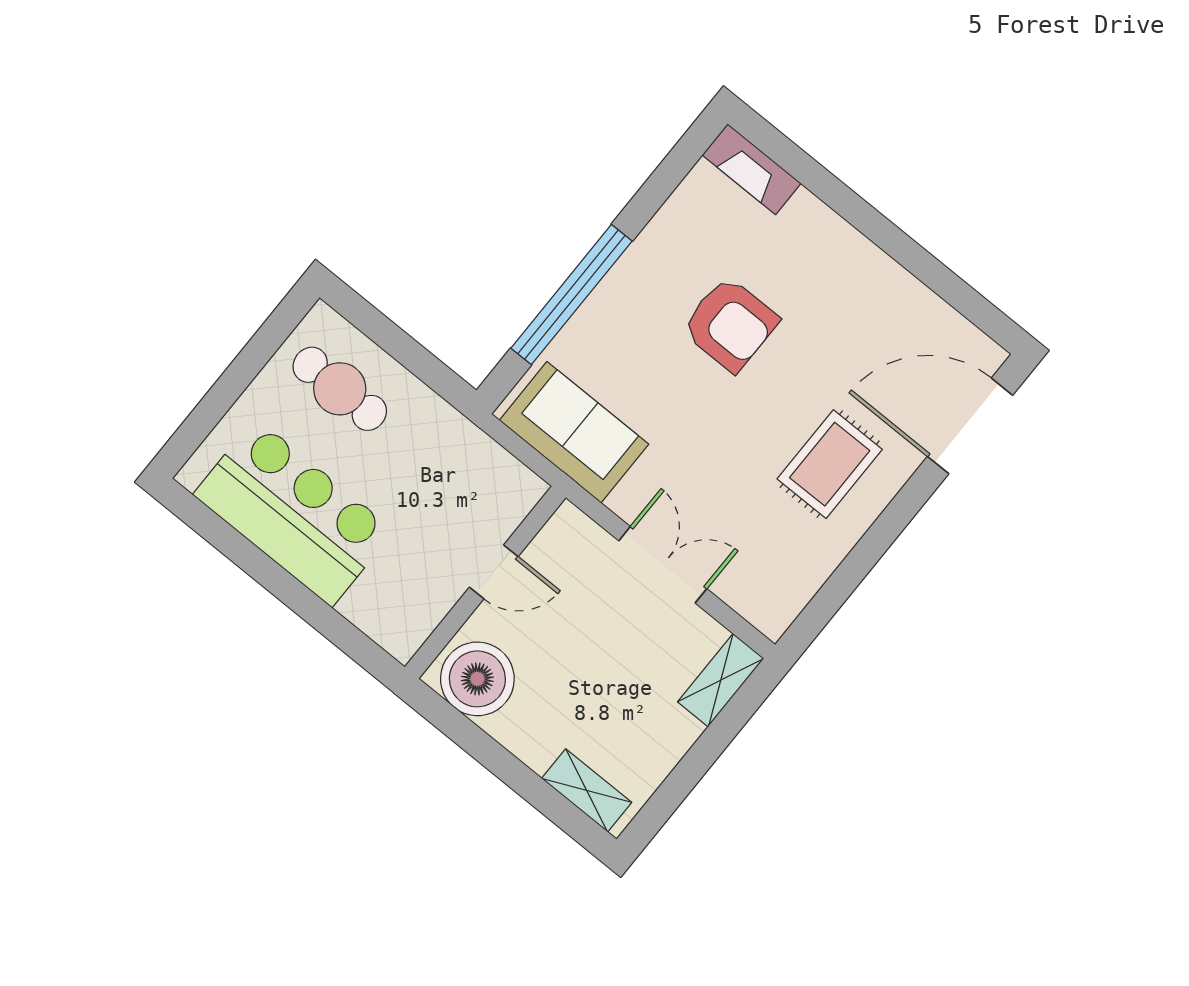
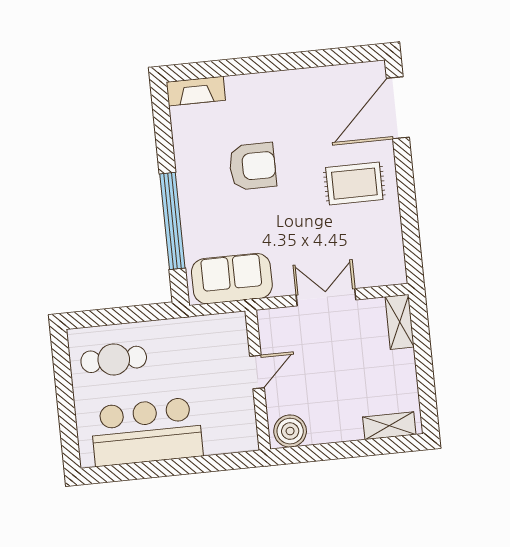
rug: (830, 464) -> (354, 184), turned 90
boiler: (477, 679) -> (290, 431), width x0.73, depth x0.73

